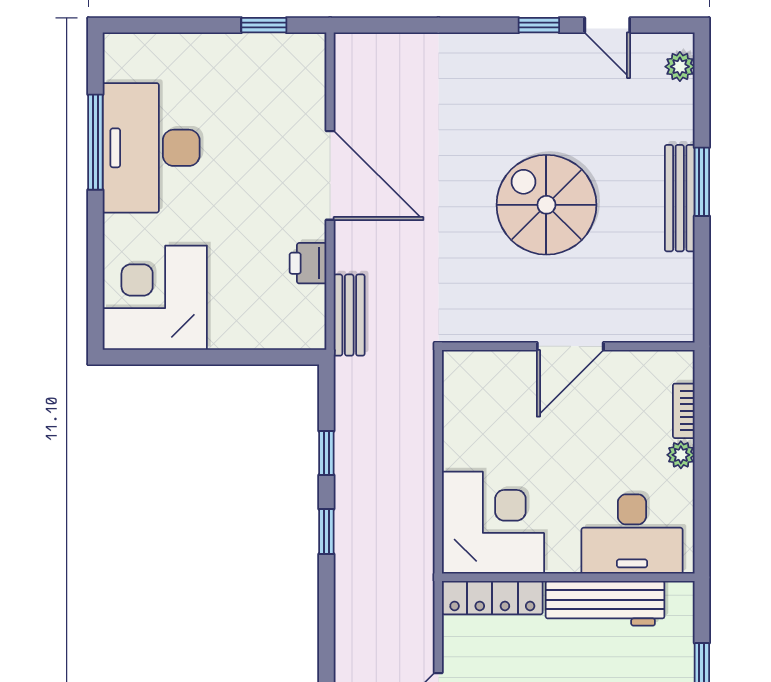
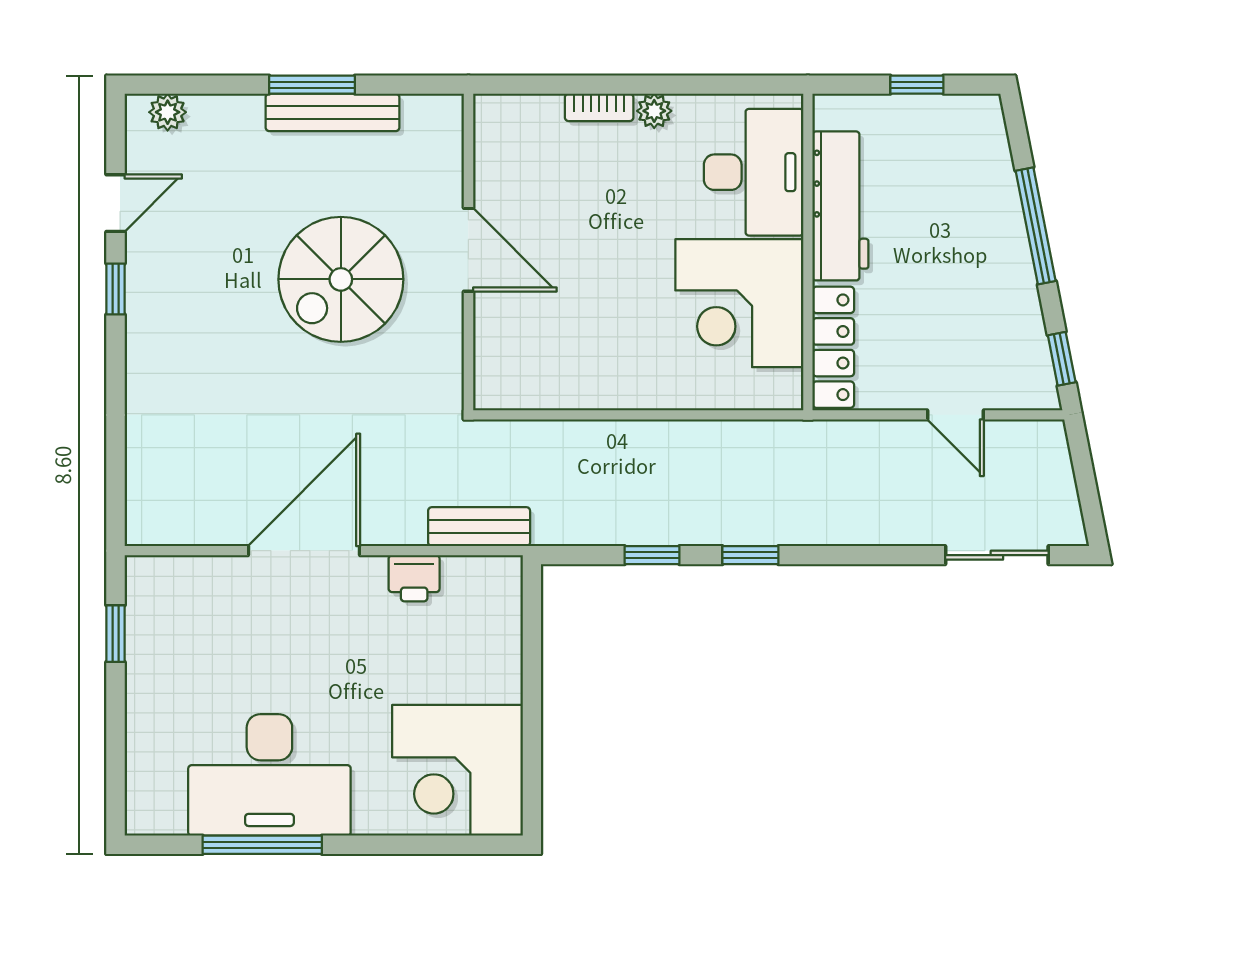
wall: (568, 346) -> (468, 252), moved
door: (570, 346) -> (468, 250), moved
corner desk: (493, 523) -> (739, 303), moved, turned -90

